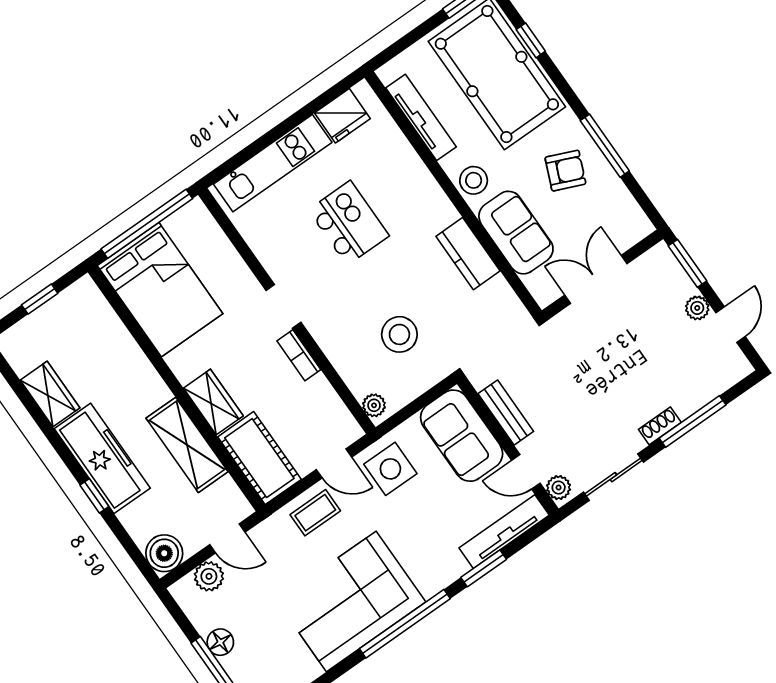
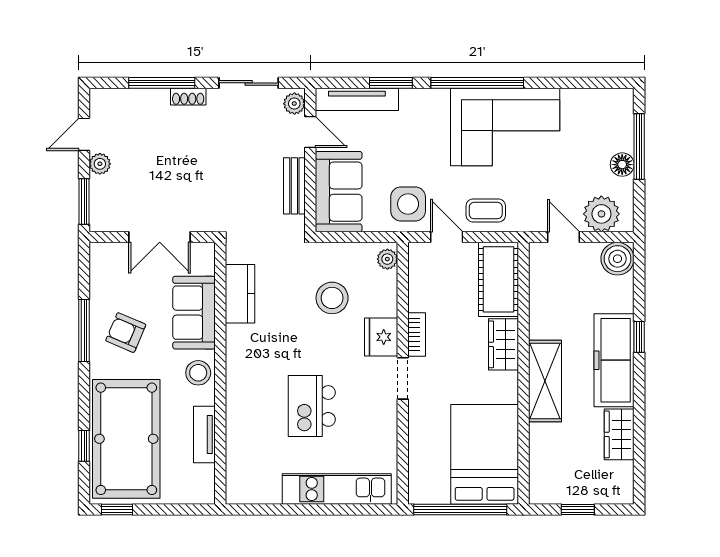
fridge: (342, 116) -> (381, 337), moved, turned -90
tv unit: (421, 117) -> (204, 434), width x0.71
kitchen counter: (468, 254) -> (240, 294), moved
shelving: (187, 445) -> (545, 381), moved
plant: (209, 576) -> (601, 214), width x1.36, depth x1.36

